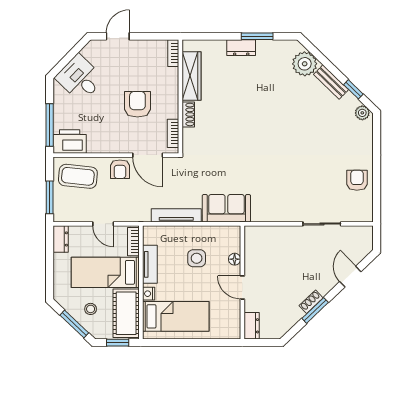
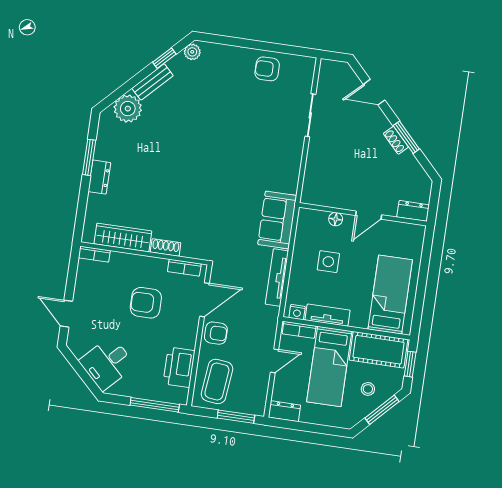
printer: (70, 141) -> (179, 367), moved
nightstand: (149, 294) -> (297, 312), moved

